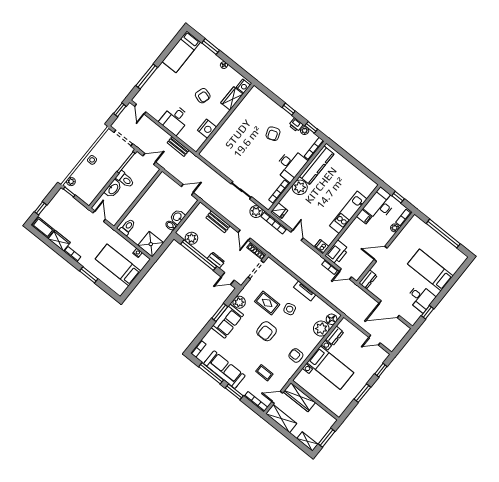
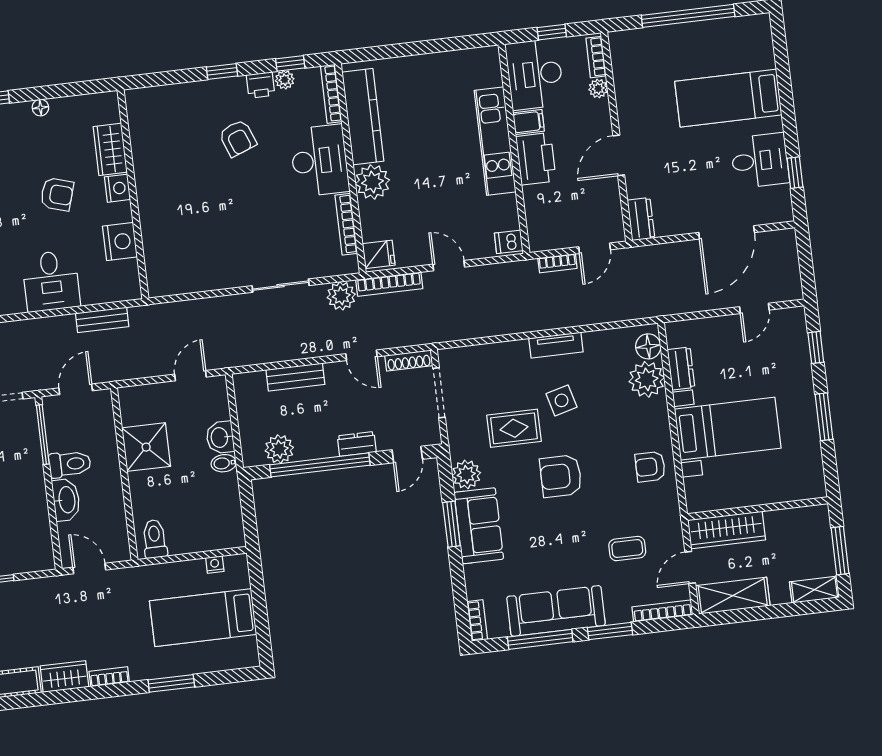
nightstand: (243, 86) -> (118, 188), moved
shower: (151, 244) -> (146, 447), moved
printer: (337, 252) -> (536, 159), moved
armchair: (267, 331) -> (561, 476), turned 90

